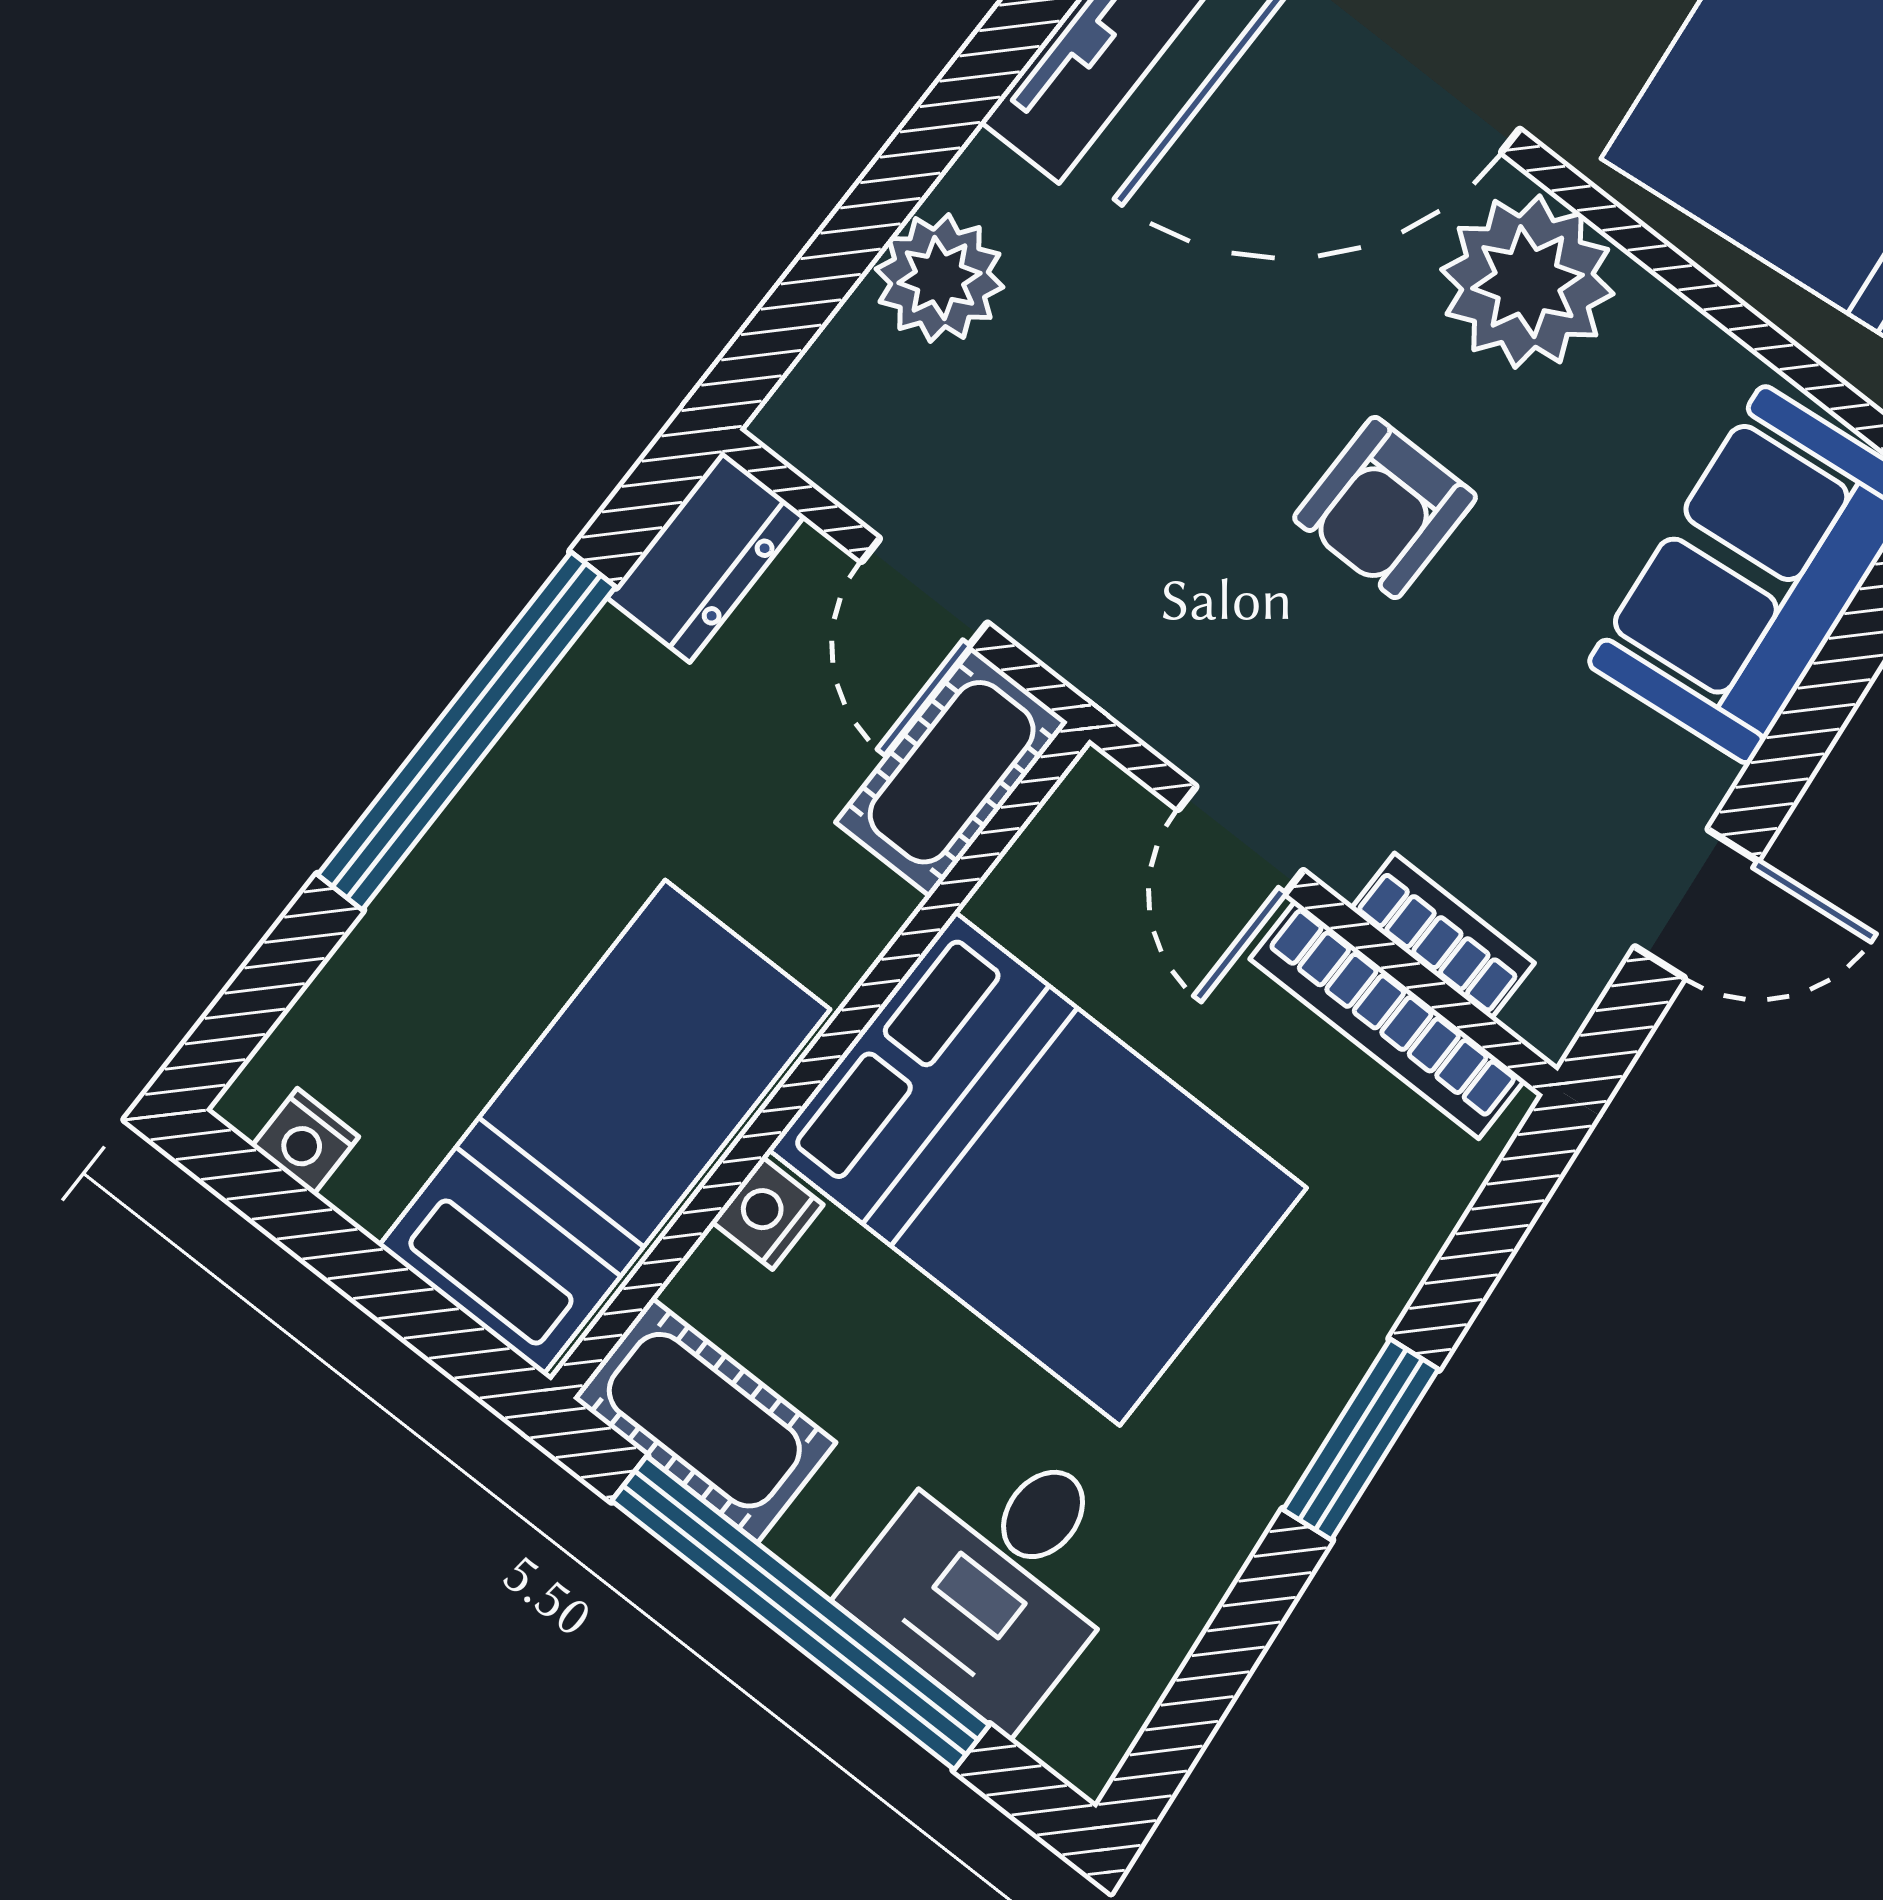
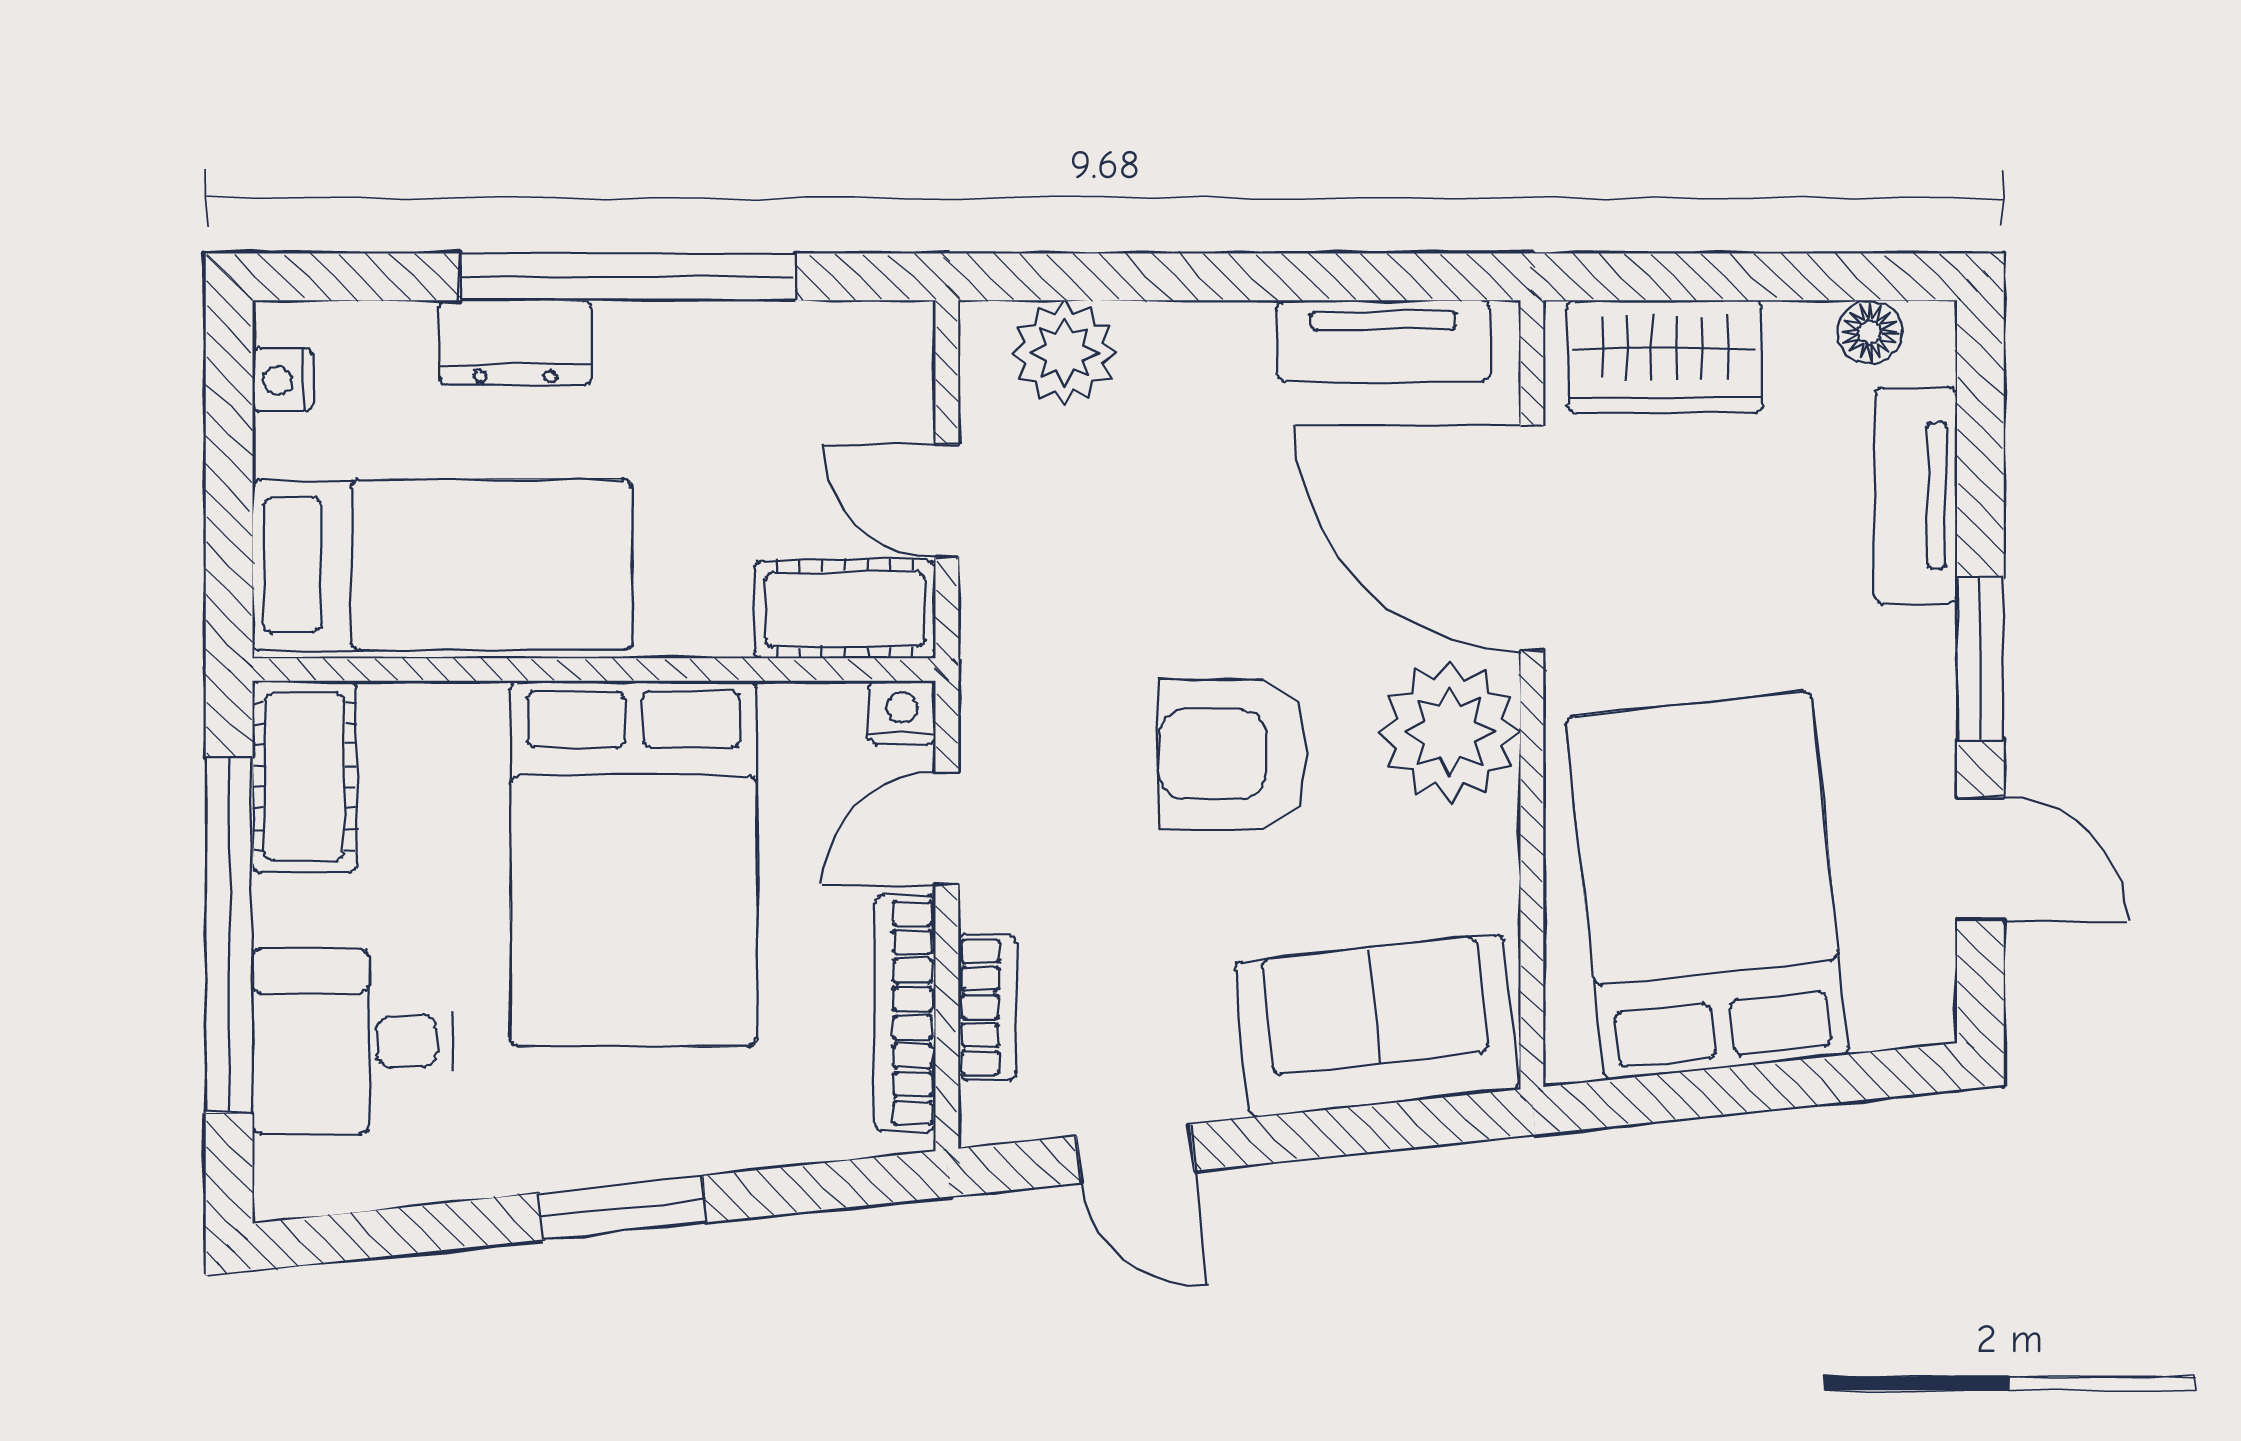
plant: (940, 278) -> (1064, 352), moved
armchair: (1385, 508) -> (1233, 754), width x1.38, depth x1.38
dresser: (706, 557) -> (515, 343), moved
door: (924, 592) -> (947, 501), hinge flipped
nightstand: (767, 1213) -> (902, 713), moved

